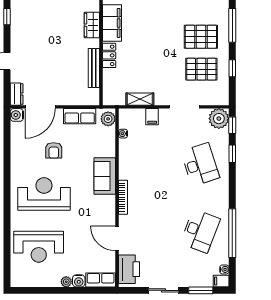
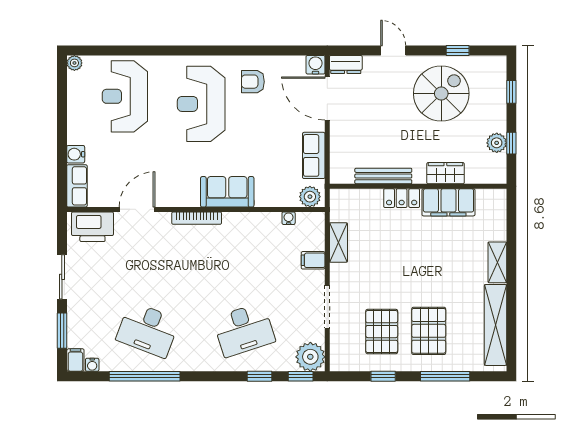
spiral stairs: (37, 28) -> (441, 94), added
armchair: (54, 150) -> (253, 82), moved
reception desk: (44, 194) -> (201, 104), turned 180
plant: (66, 282) -> (74, 63), moved

